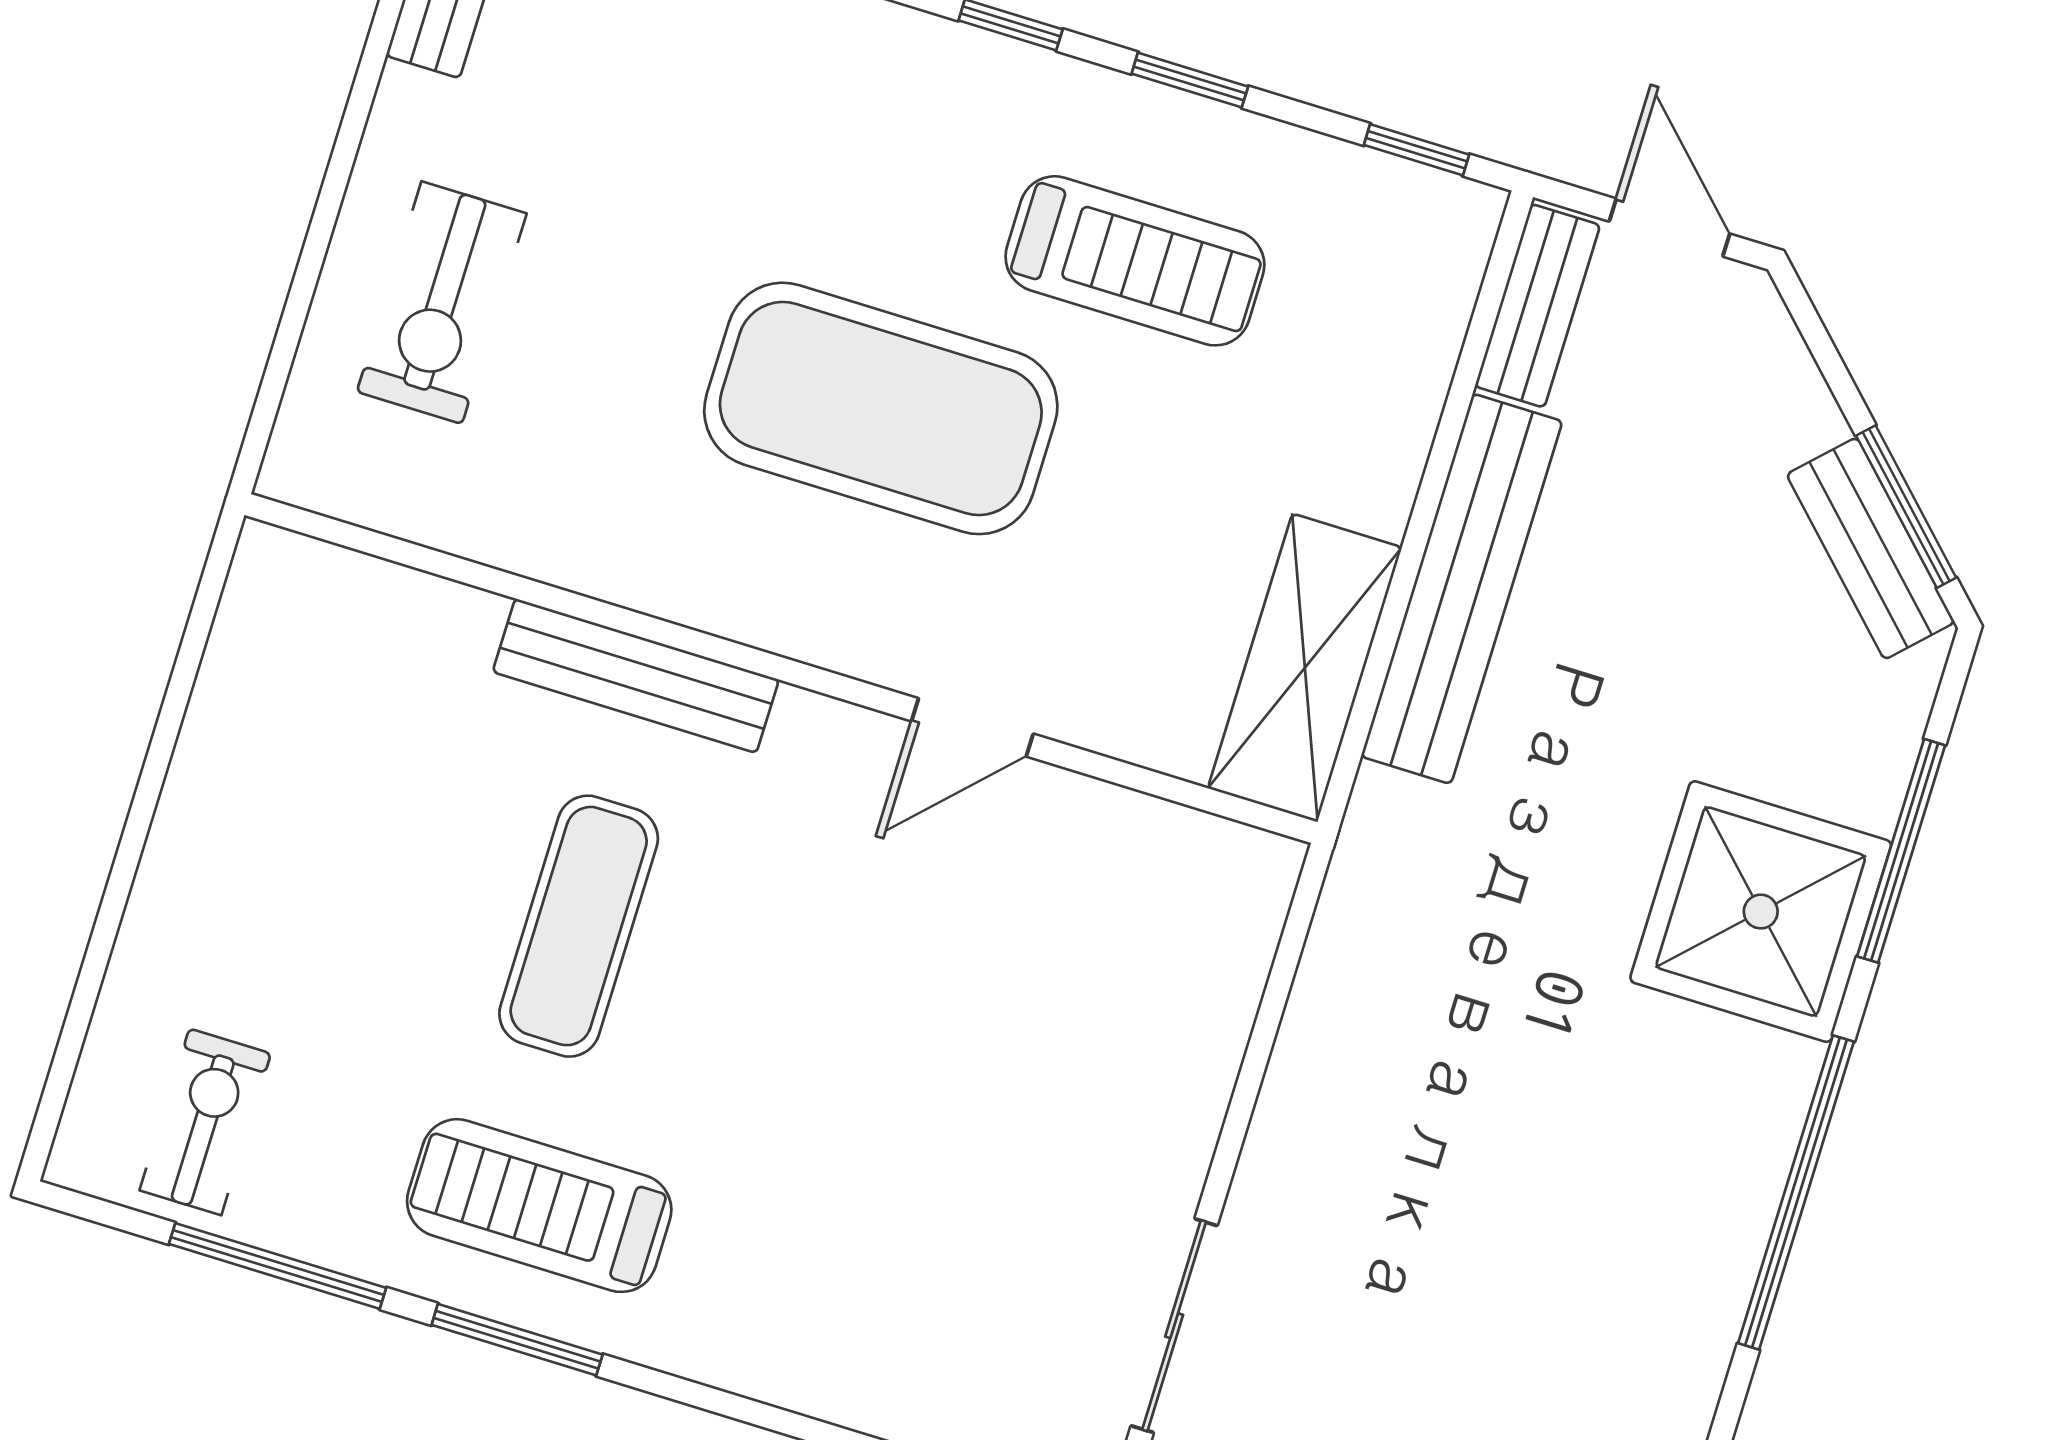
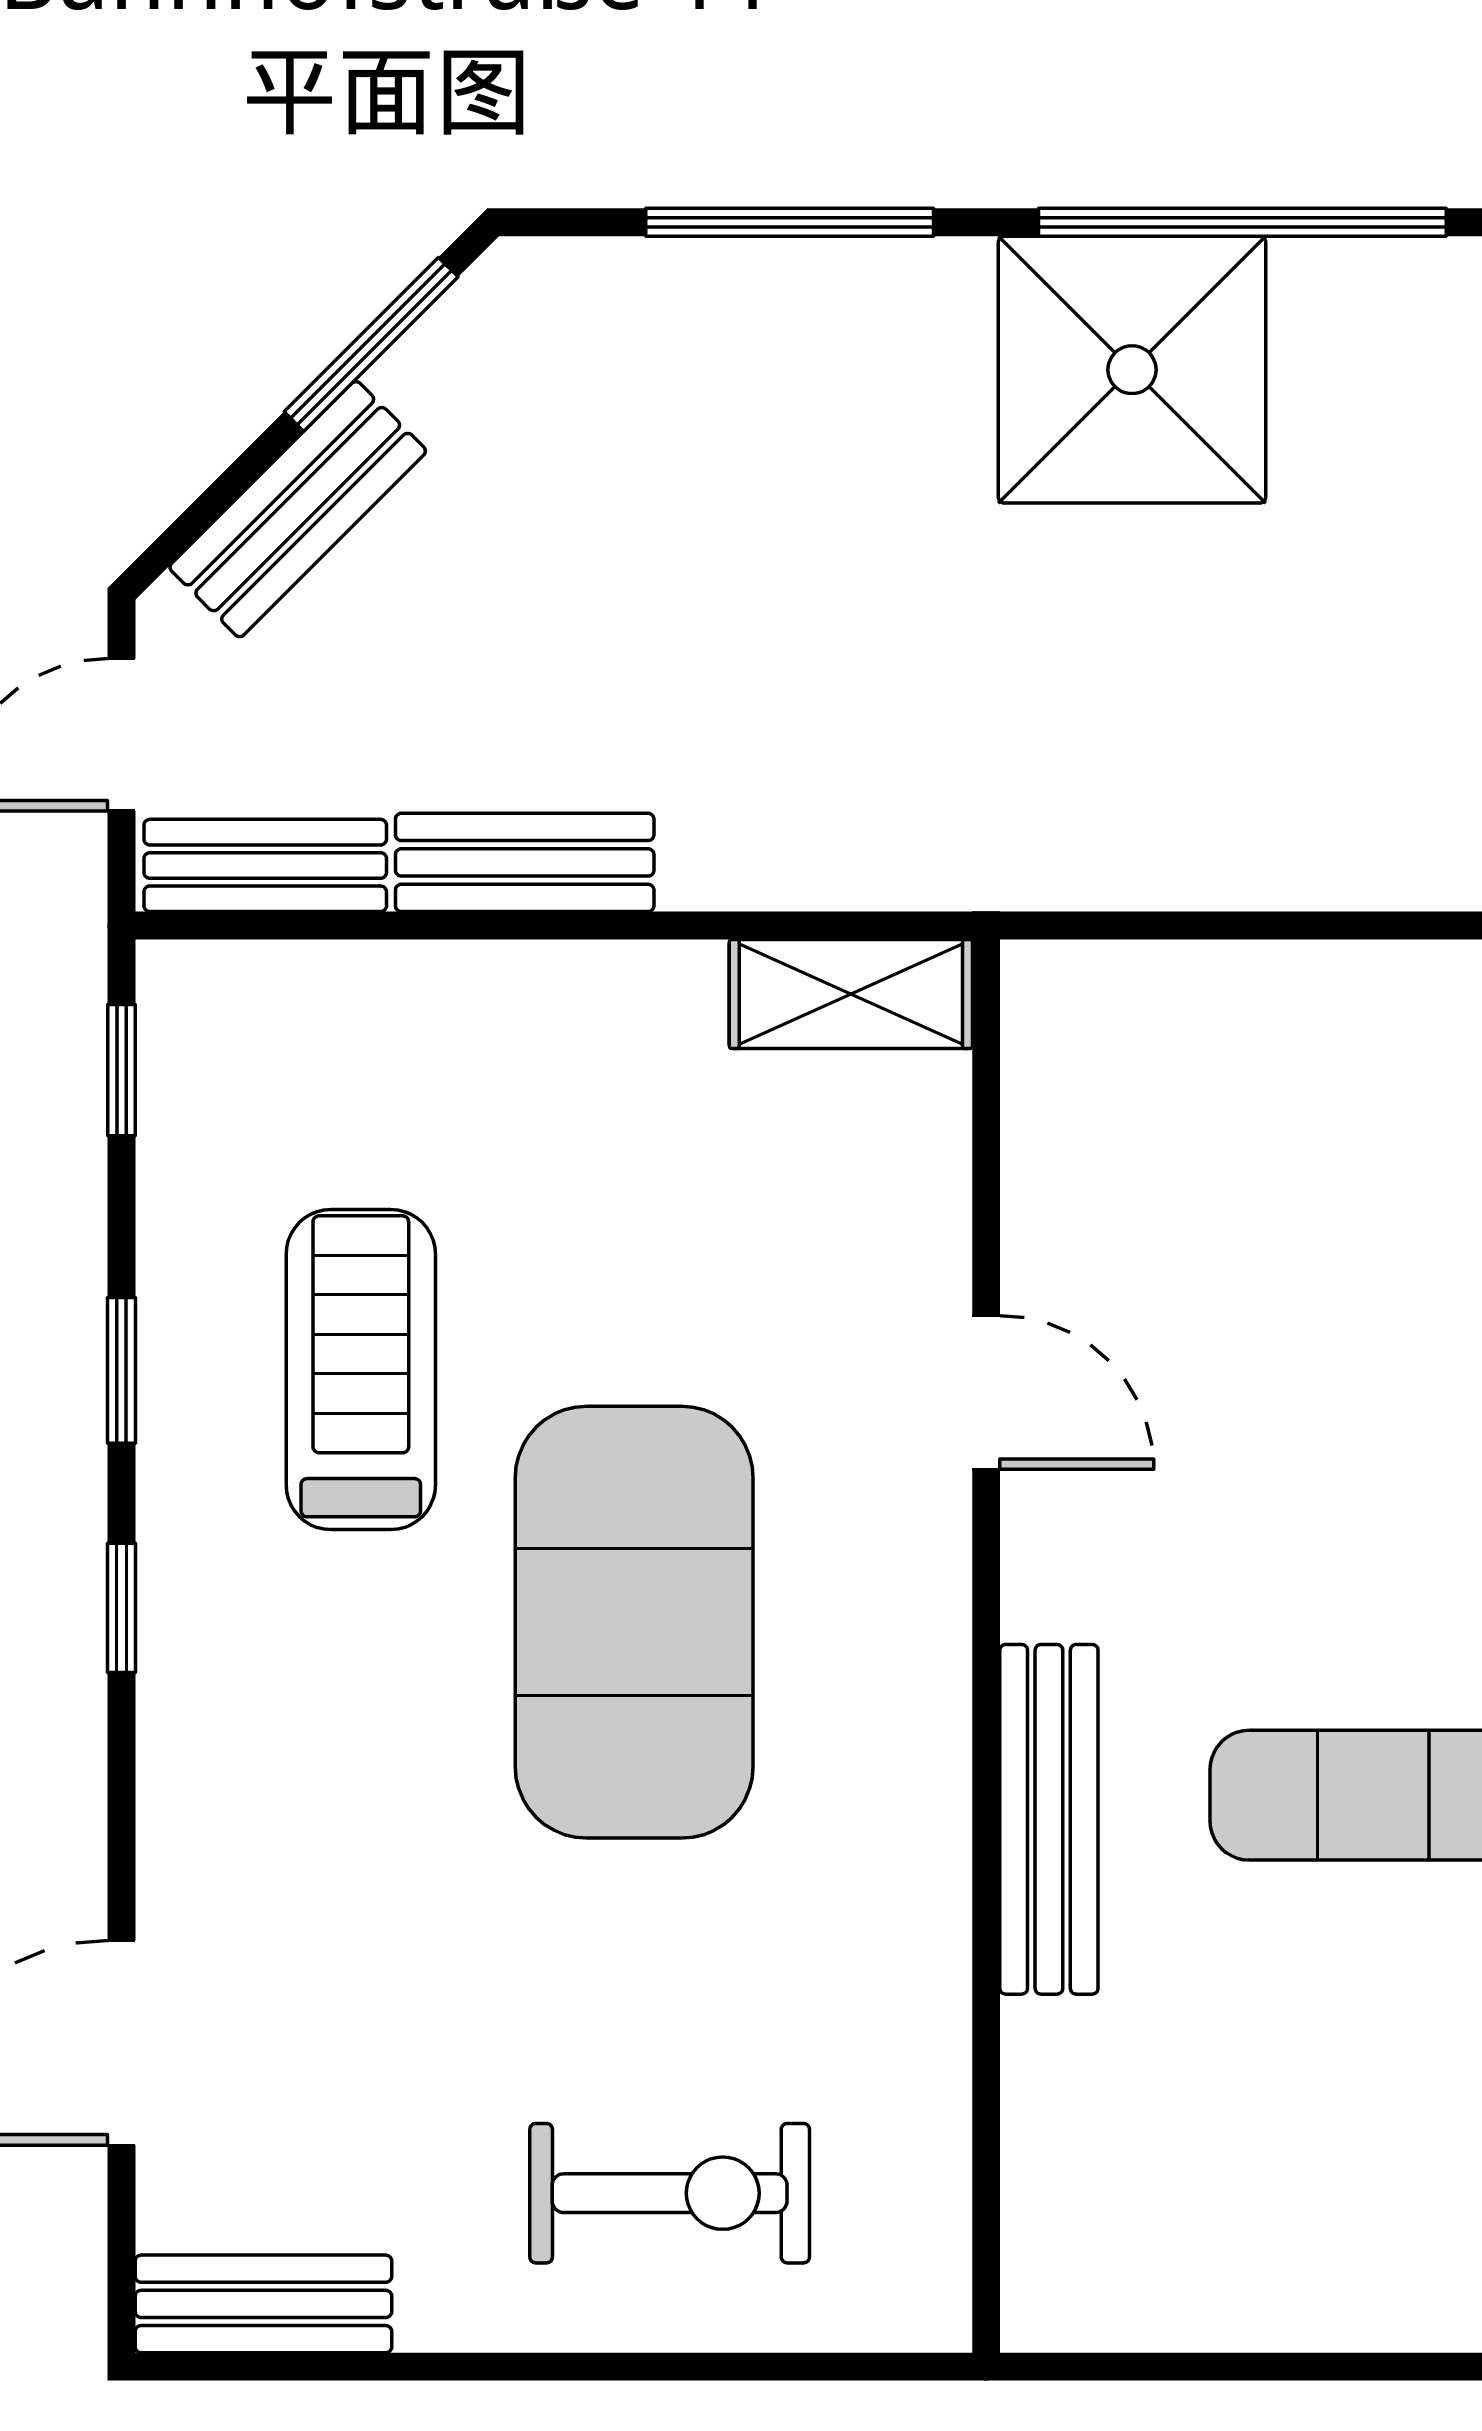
bench: (1871, 548) -> (298, 509), moved
bench: (1462, 589) -> (525, 862), width x0.54, depth x0.82
shelving: (1305, 668) -> (851, 994), width x0.67, depth x0.75
shower: (1761, 912) -> (1132, 370), moved

